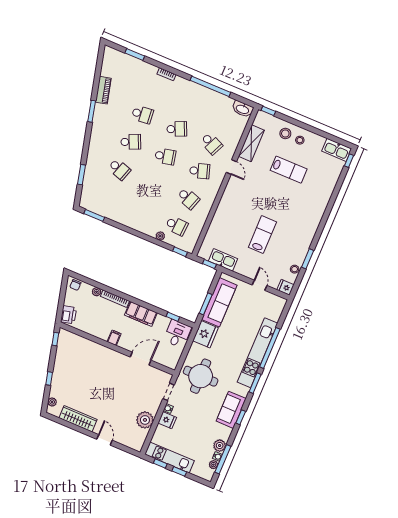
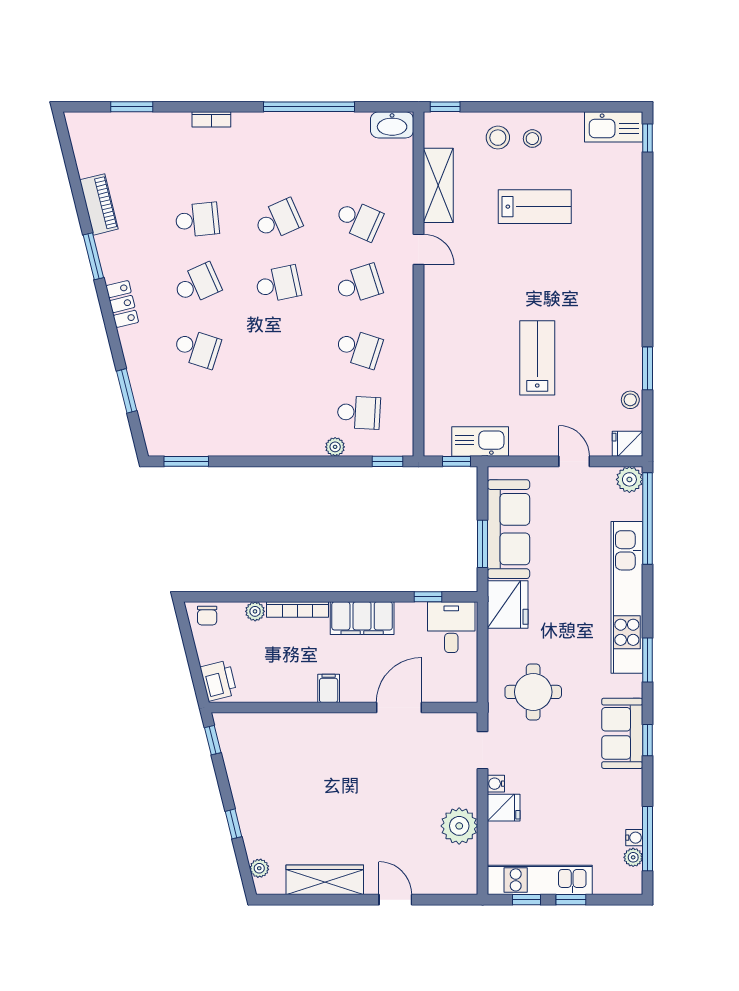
locker: (95, 137) -> (122, 304), added
window: (270, 348) -> (647, 519), moved
round table: (201, 376) -> (533, 692), width x0.73, depth x0.73
plant: (220, 446) -> (629, 479), moved

